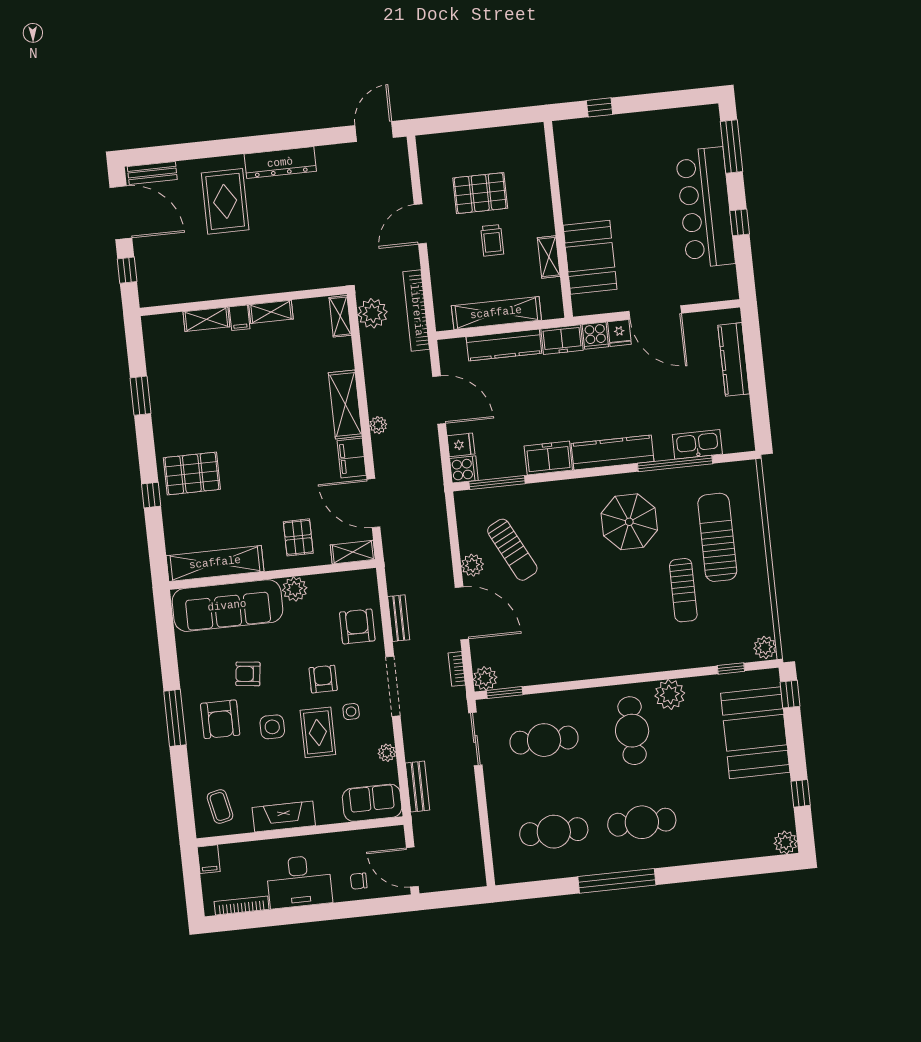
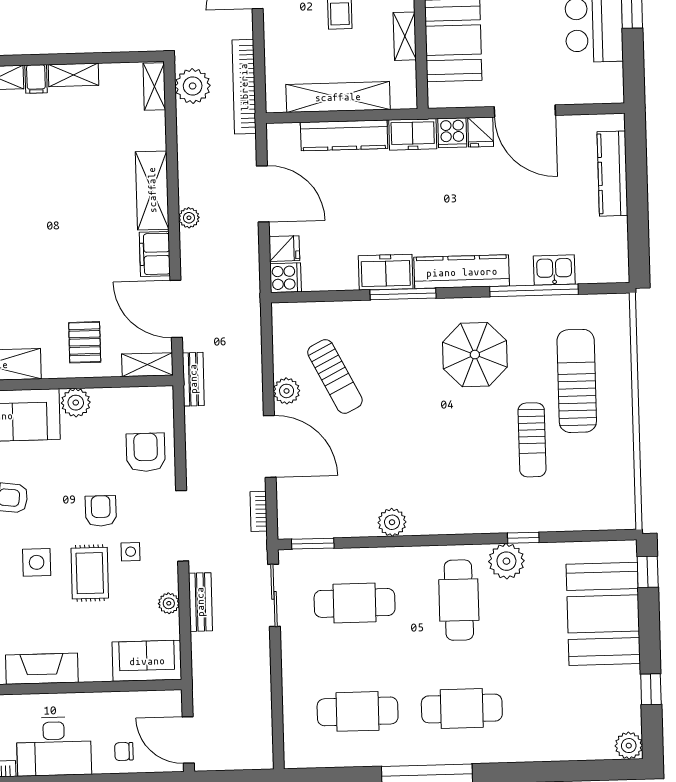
kitchen sink: (697, 444) -> (554, 270), width x0.73
window: (497, 483) -> (403, 294), moved
bench: (399, 618) -> (193, 379), moved
plant: (765, 647) -> (623, 515), removed
window: (731, 668) -> (523, 538), moved
plant: (485, 678) -> (392, 522), moved
bench: (418, 787) -> (200, 602), moved

